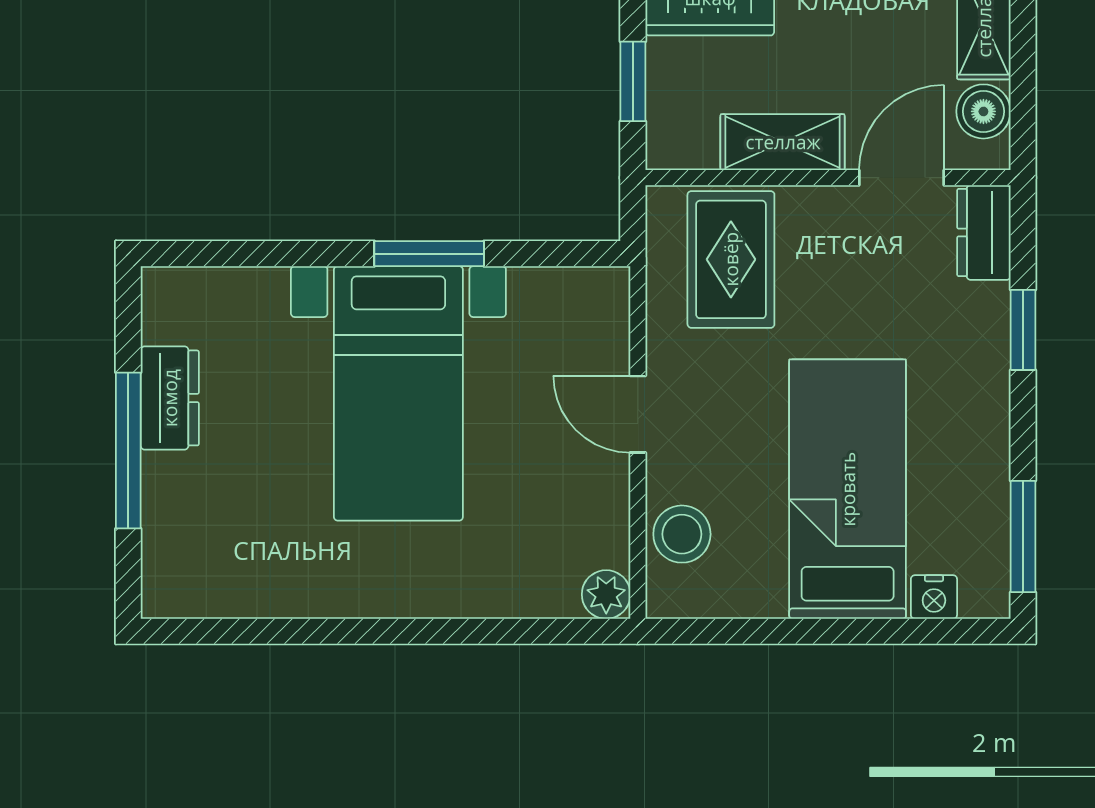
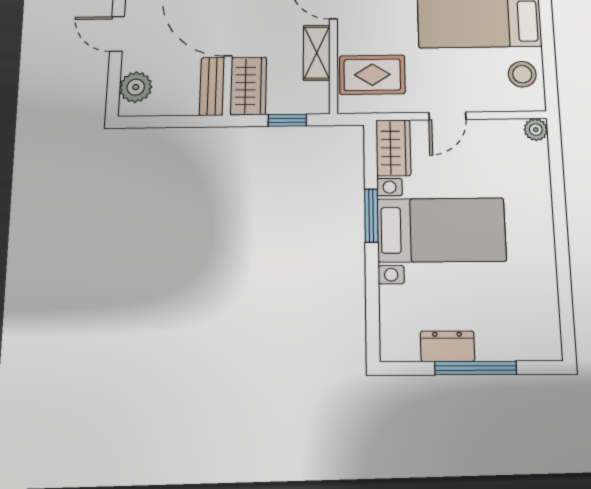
wardrobe: (571, 301) -> (393, 148), added
stool: (682, 534) -> (522, 74), moved

